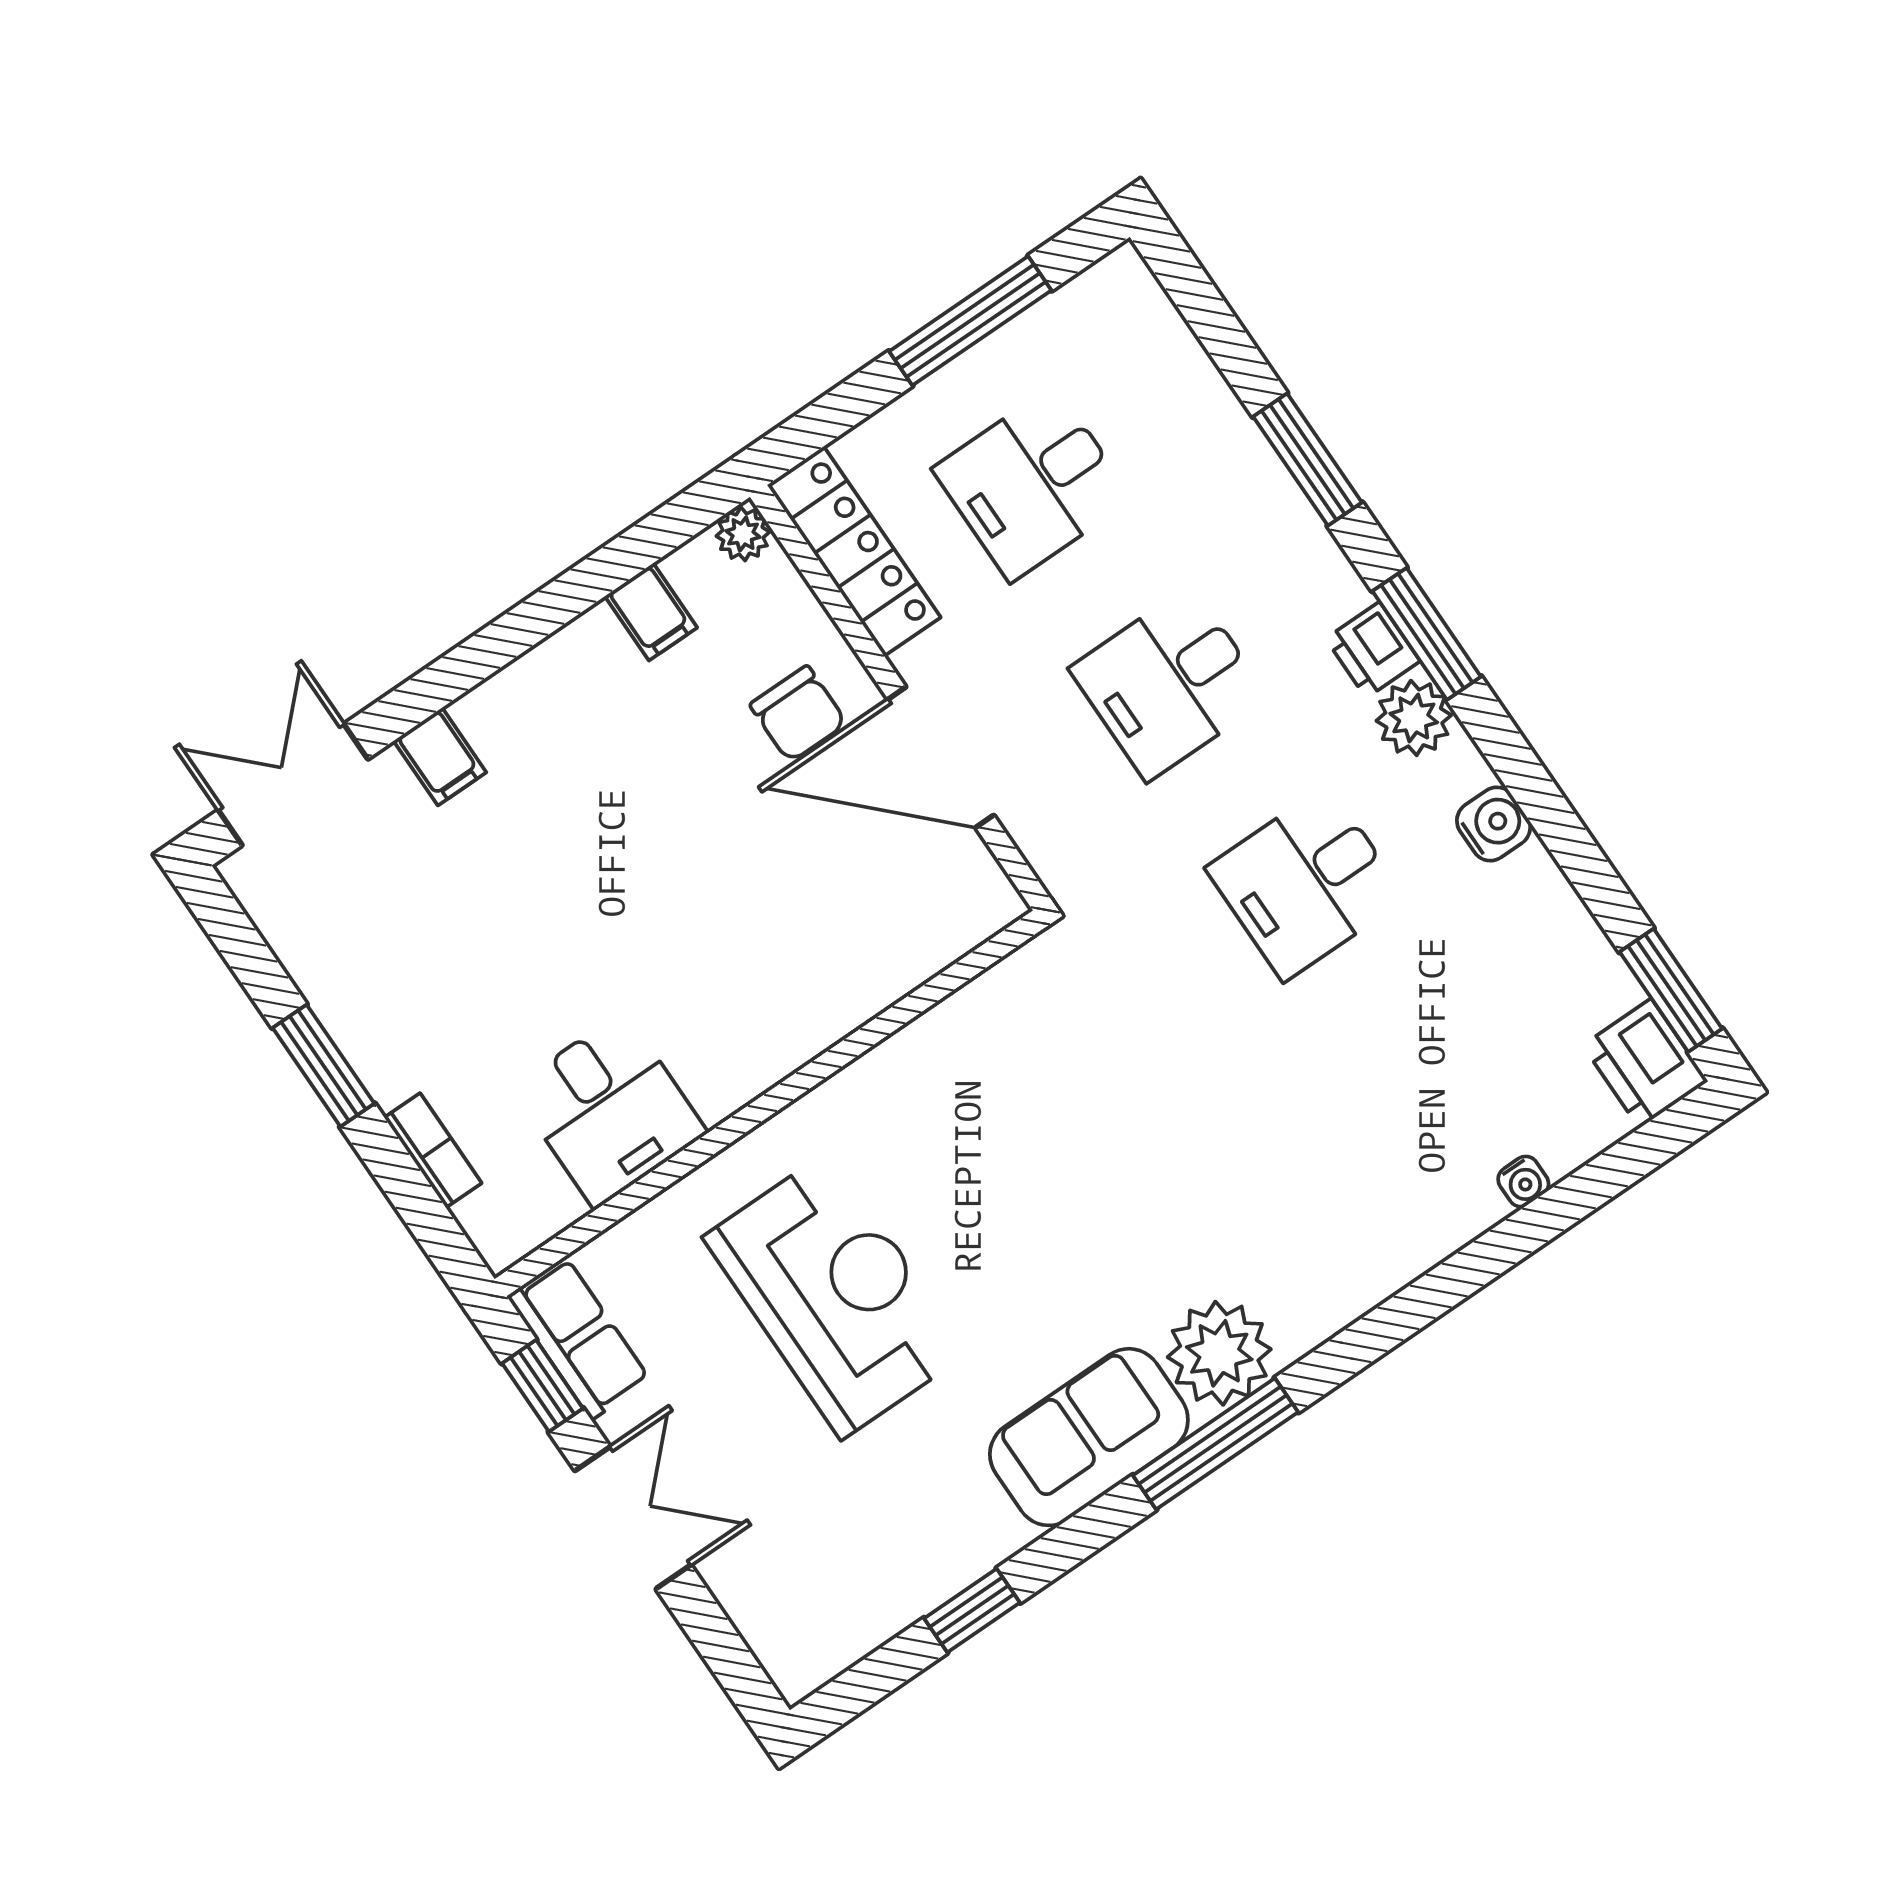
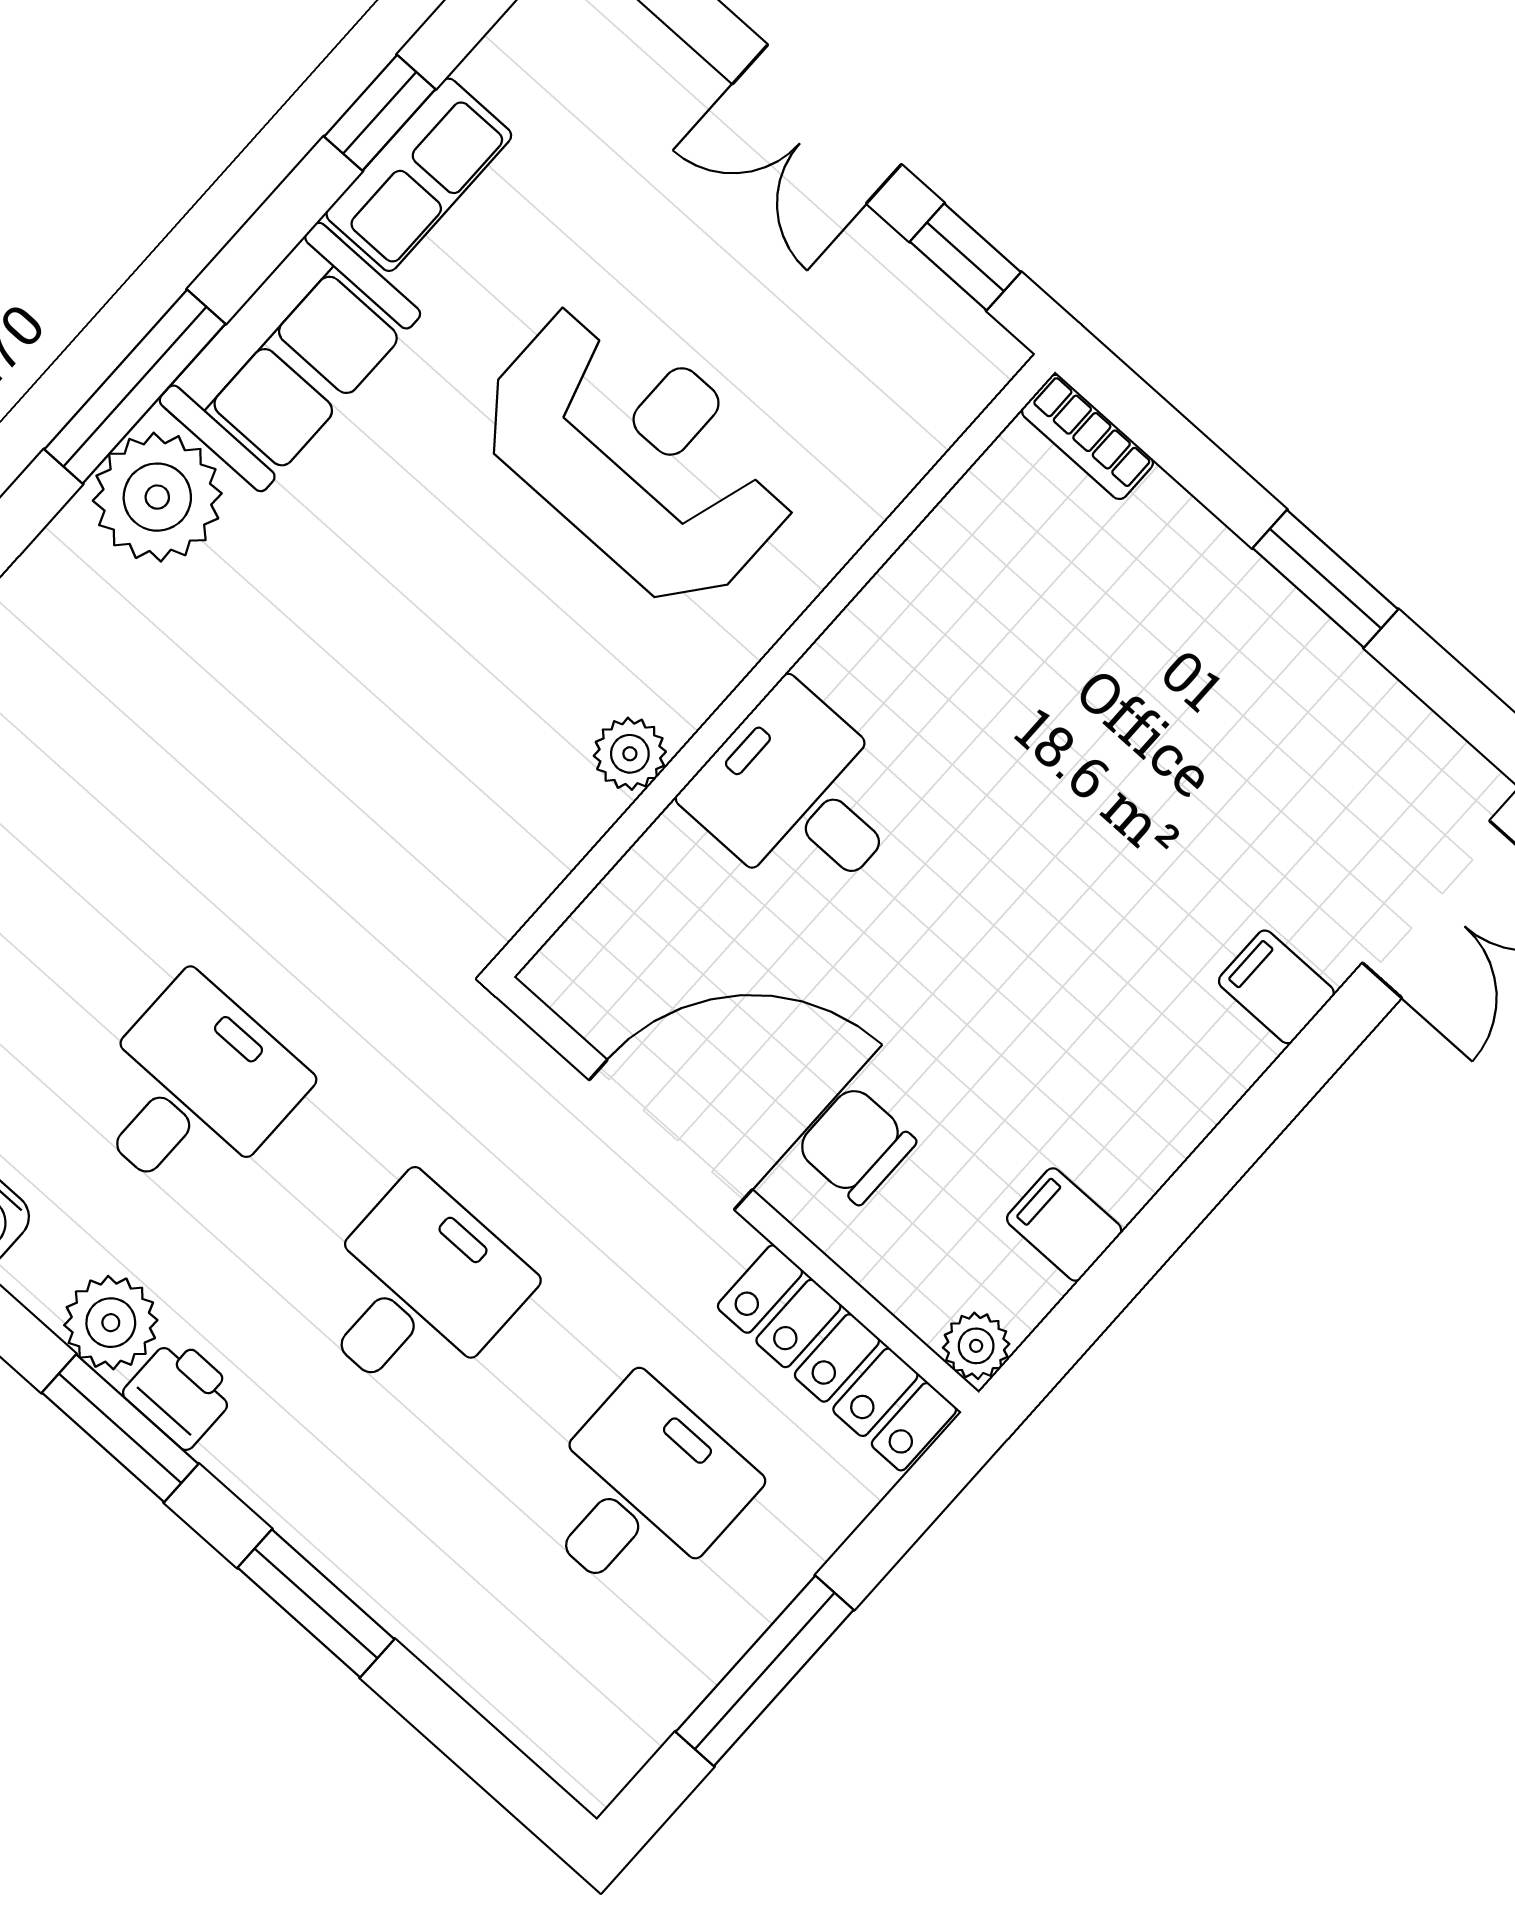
plant: (900, 1062) -> (630, 754), added
desk: (609, 1110) -> (799, 797), moved
bookcase: (433, 1150) -> (1087, 437), moved
reception desk: (835, 1295) -> (639, 453), turned 180
row of seats: (579, 1338) -> (419, 175), moved, turned -90

